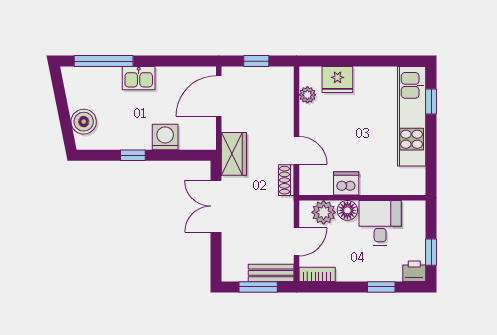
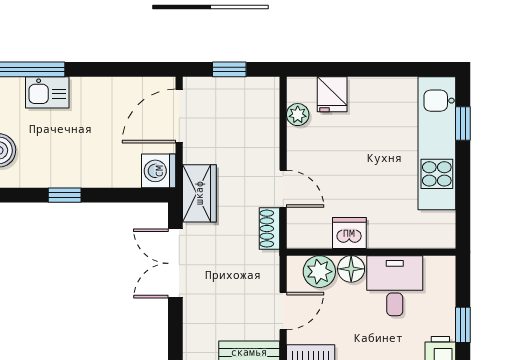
kitchen sink: (139, 78) -> (47, 92), moved
fridge: (337, 80) -> (332, 94), width x0.72
washing machine: (165, 137) -> (159, 171), moved, turned -90

